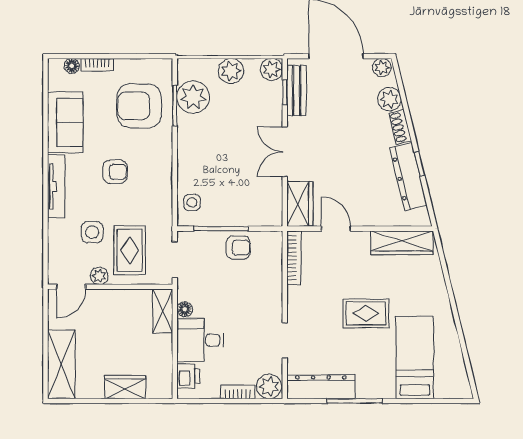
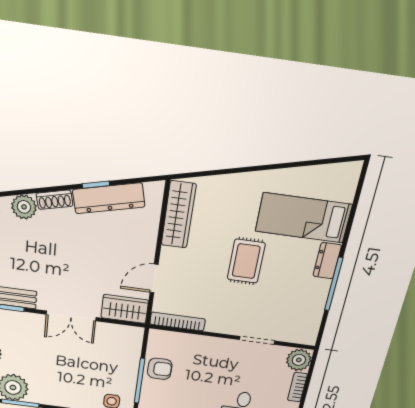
armchair: (238, 248) -> (160, 369), turned 90
dresser: (321, 387) -> (327, 261), moved, width x0.51, depth x0.80

